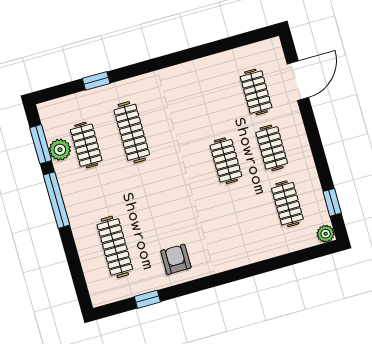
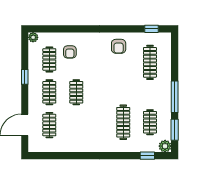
window: (96, 81) -> (147, 156), moved
plant: (60, 150) -> (165, 146), moved
window: (332, 202) -> (25, 77), moved
armchair: (256, 226) -> (70, 52), added
window: (147, 299) -> (151, 29), moved

